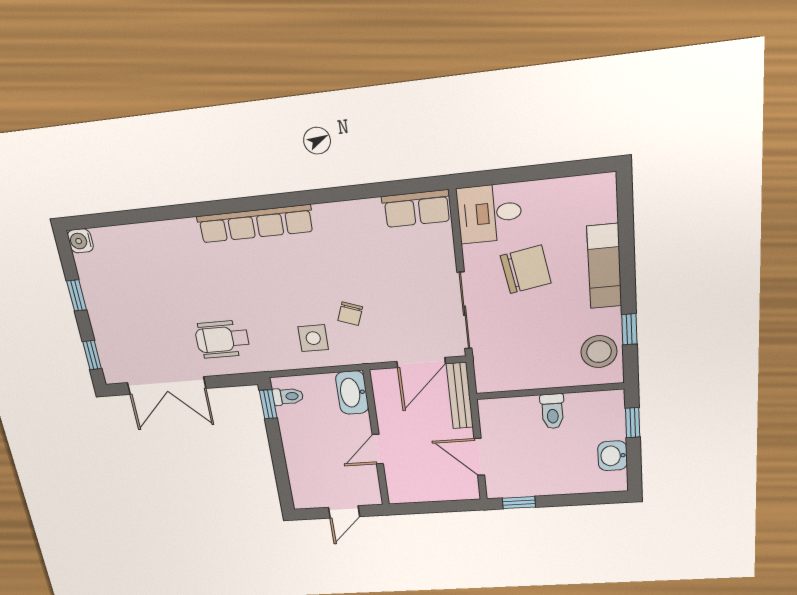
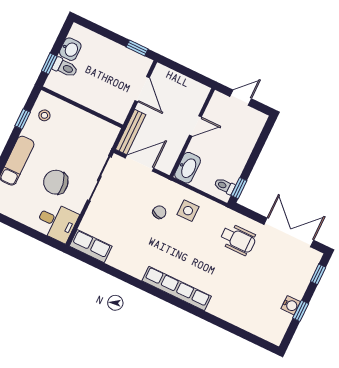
water cooler: (80, 241) -> (291, 305), moved
stool: (599, 352) -> (44, 115), width x0.53, depth x0.53
toilet: (552, 411) -> (65, 67), moved, turned 90

